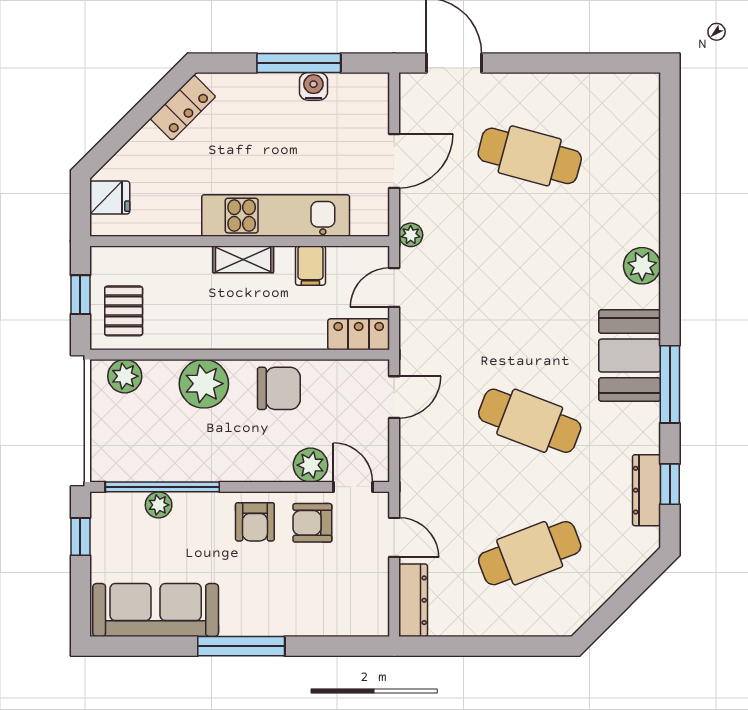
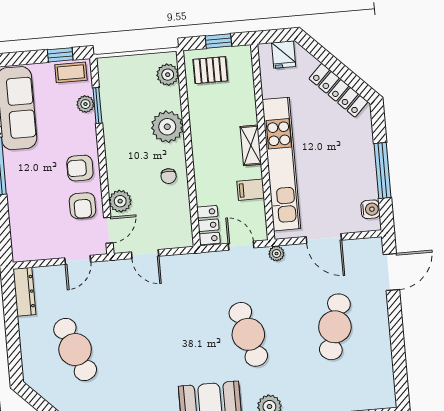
water cooler: (313, 86) -> (370, 209), moved
locker: (183, 108) -> (338, 90), width x1.53
kitchen unit: (276, 216) -> (281, 164), width x1.36
chair: (279, 388) -> (169, 176), width x0.54, depth x0.54
door: (394, 397) -> (145, 254), moved
cafe table: (530, 421) -> (248, 334), moved, turned -36
window: (162, 487) -> (97, 106), width x0.47
coffee table: (109, 523) -> (71, 72), added
armchair: (312, 523) -> (83, 206), turned 180
dresser: (413, 600) -> (24, 292), moved, turned -90

